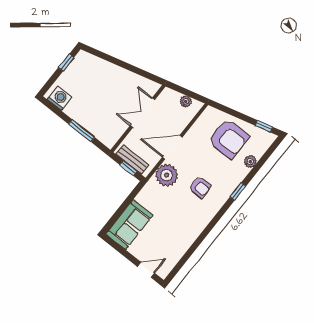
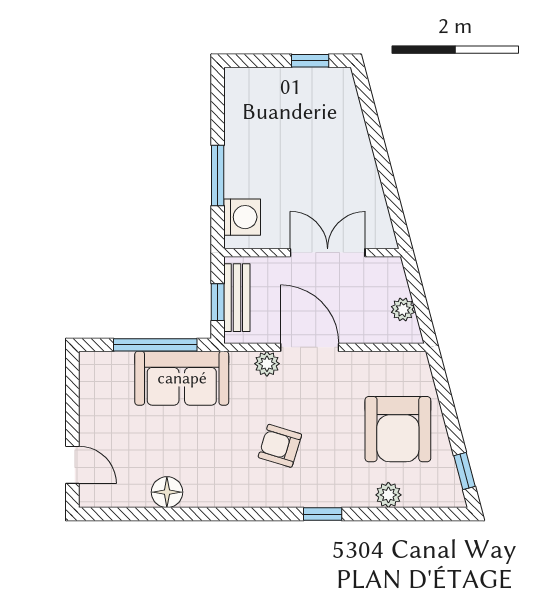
washing machine: (60, 98) -> (242, 217), moved
plant: (167, 175) -> (267, 364), width x0.53, depth x0.53
armchair: (200, 187) -> (280, 446), turned 107
window: (126, 204) -> (155, 345), added
sofa: (129, 225) -> (182, 378), moved
floor lamp: (184, 243) -> (167, 492), added

